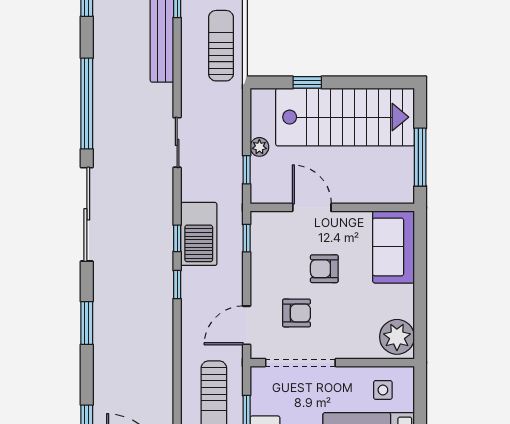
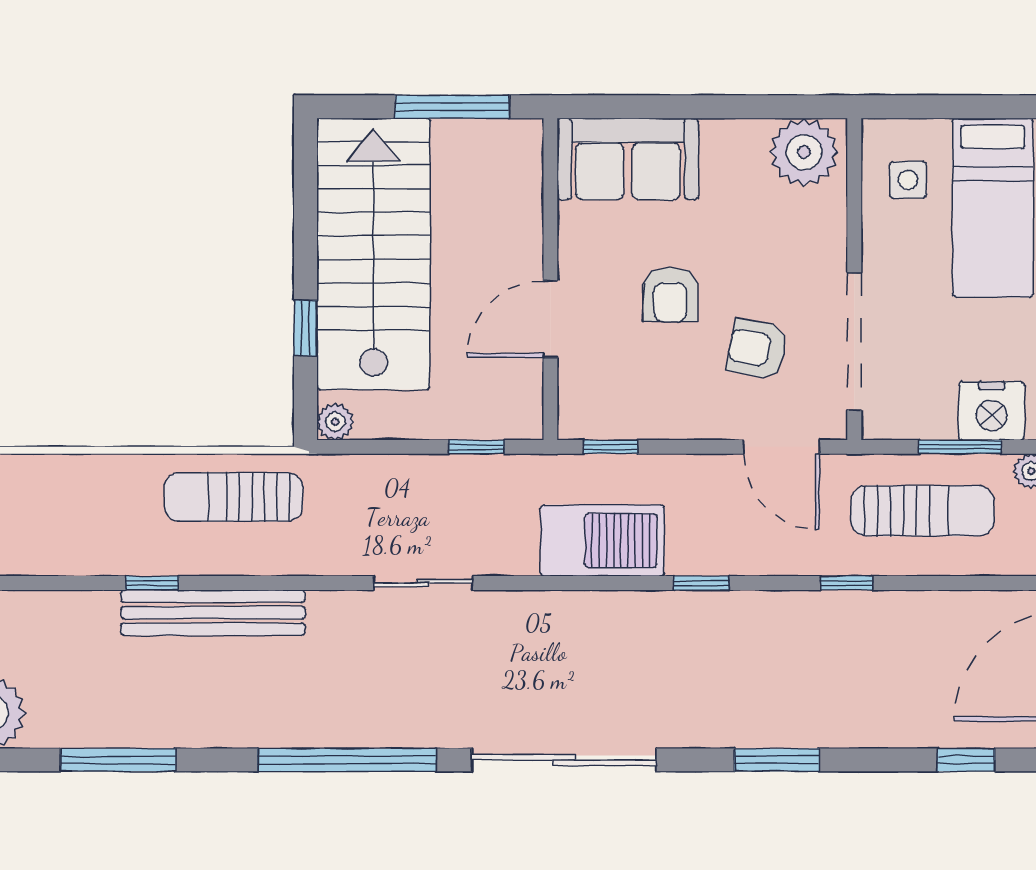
plant: (259, 147) -> (335, 422), moved
window: (177, 238) -> (846, 583), moved
armchair: (297, 313) -> (757, 349), turned -79

